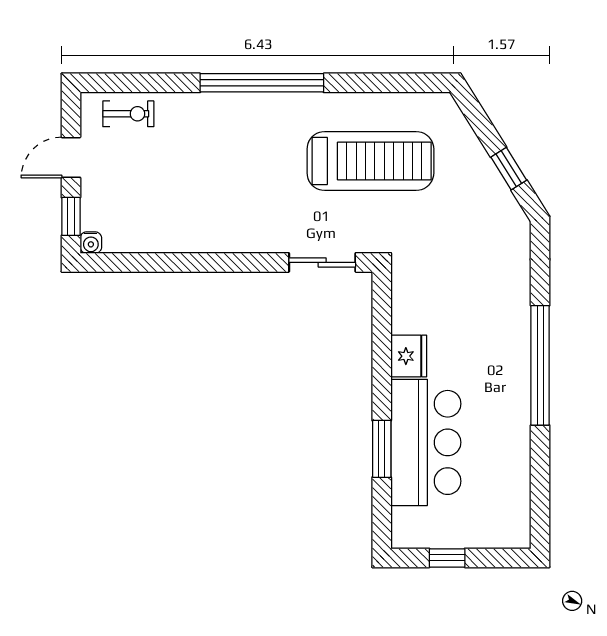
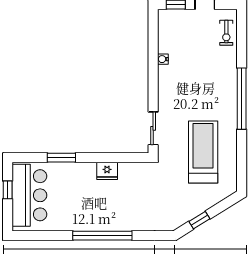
treadmill: (370, 161) -> (203, 152), turned 180
water cooler: (91, 243) -> (163, 59), moved
bar counter: (426, 442) -> (29, 195), moved, turned -90

